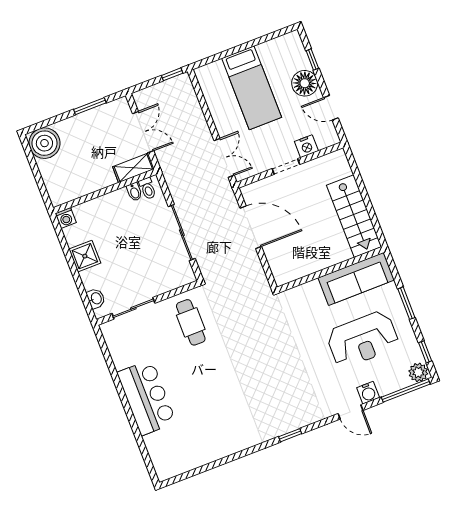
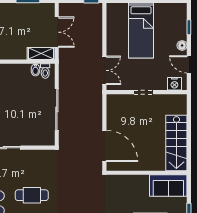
floor lamp: (305, 83) -> (182, 45), width x0.53, depth x0.53
nightstand: (306, 146) -> (174, 84), moved
door: (251, 227) -> (104, 146), moved
sofa: (356, 279) -> (168, 186), width x0.73
cafe table: (191, 322) -> (32, 195), moved, turned 90

